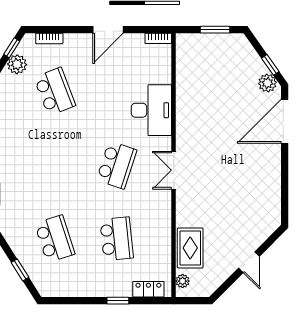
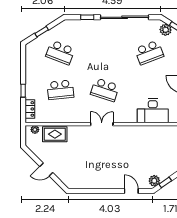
desk: (151, 110) -> (153, 111), moved
door: (285, 121) -> (131, 191), width x0.53
school desk: (55, 239) -> (60, 52), turned 39

